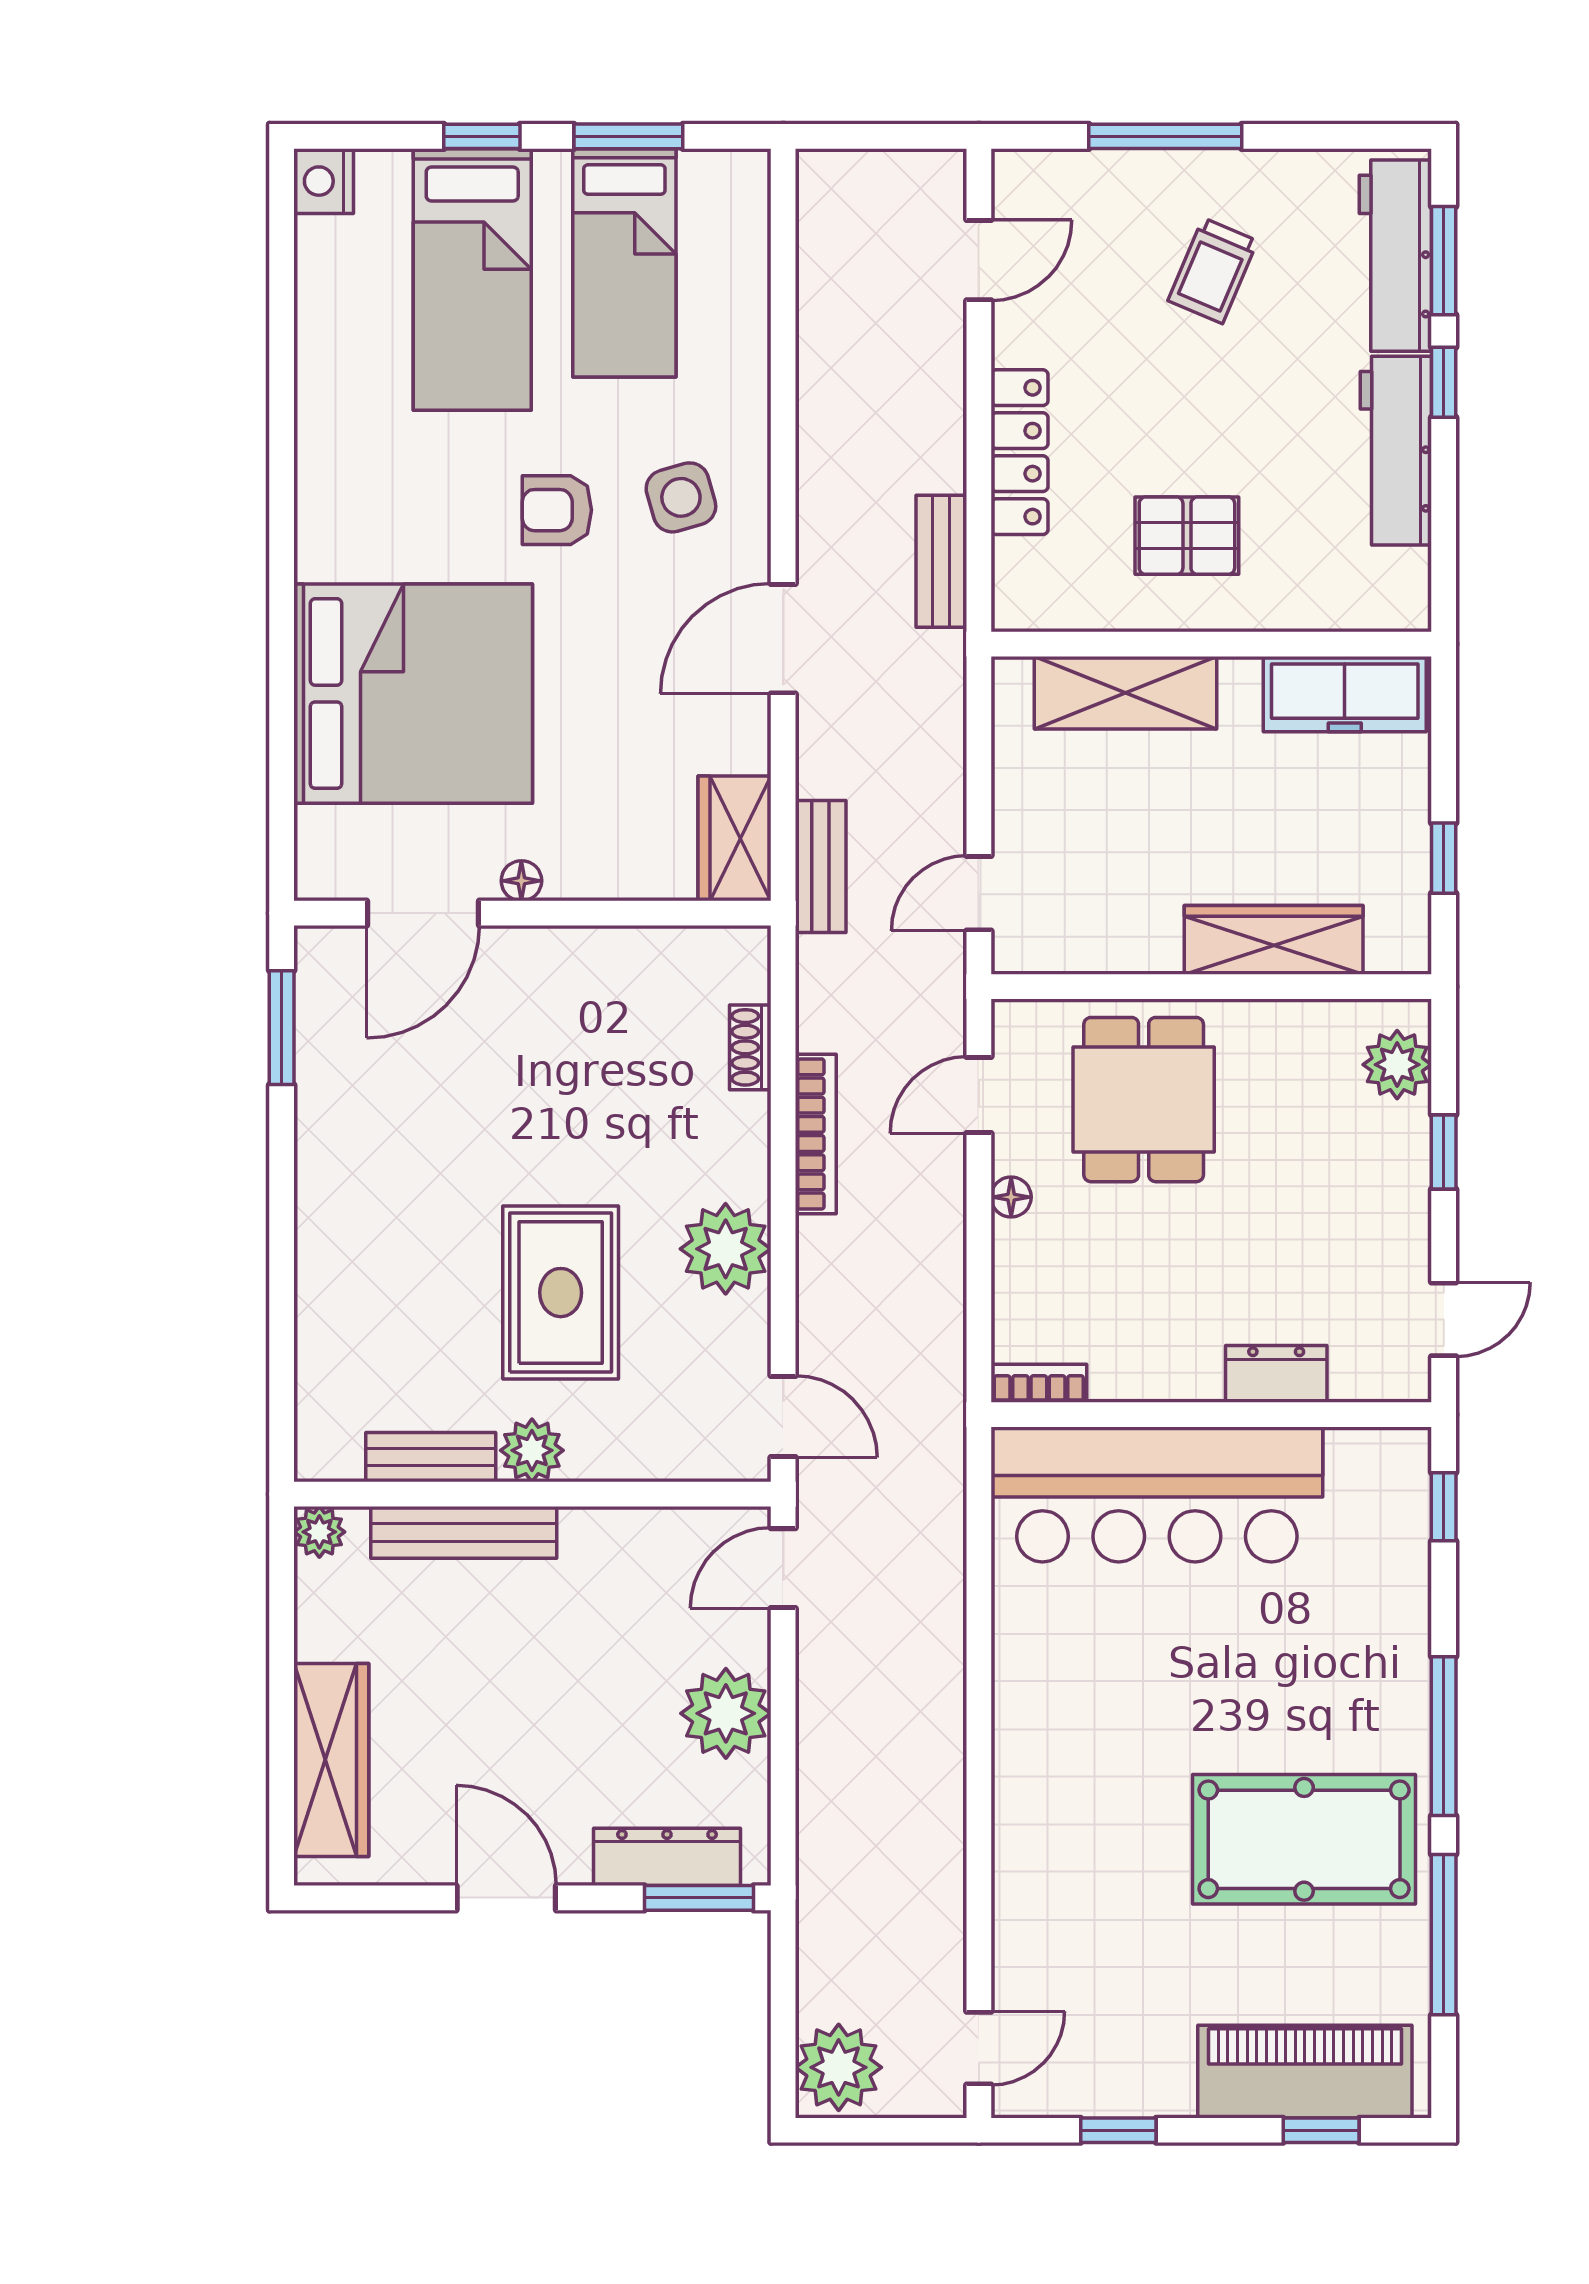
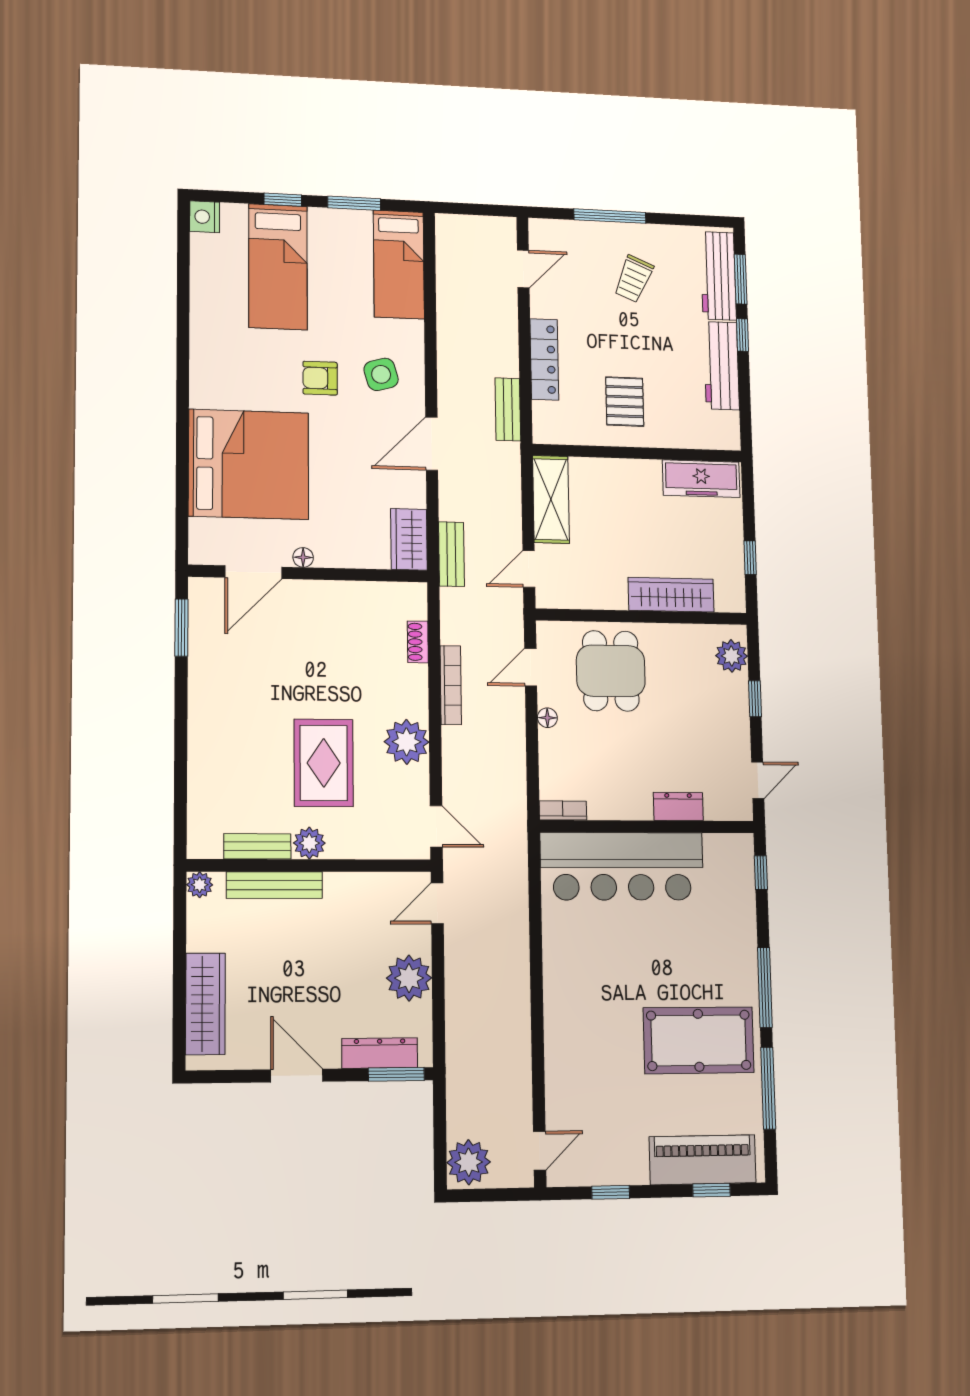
bed: (624, 263) -> (399, 264), moved
pallet: (1187, 536) -> (625, 402), turned 90
shelving: (1125, 693) -> (551, 499), moved, turned 90

